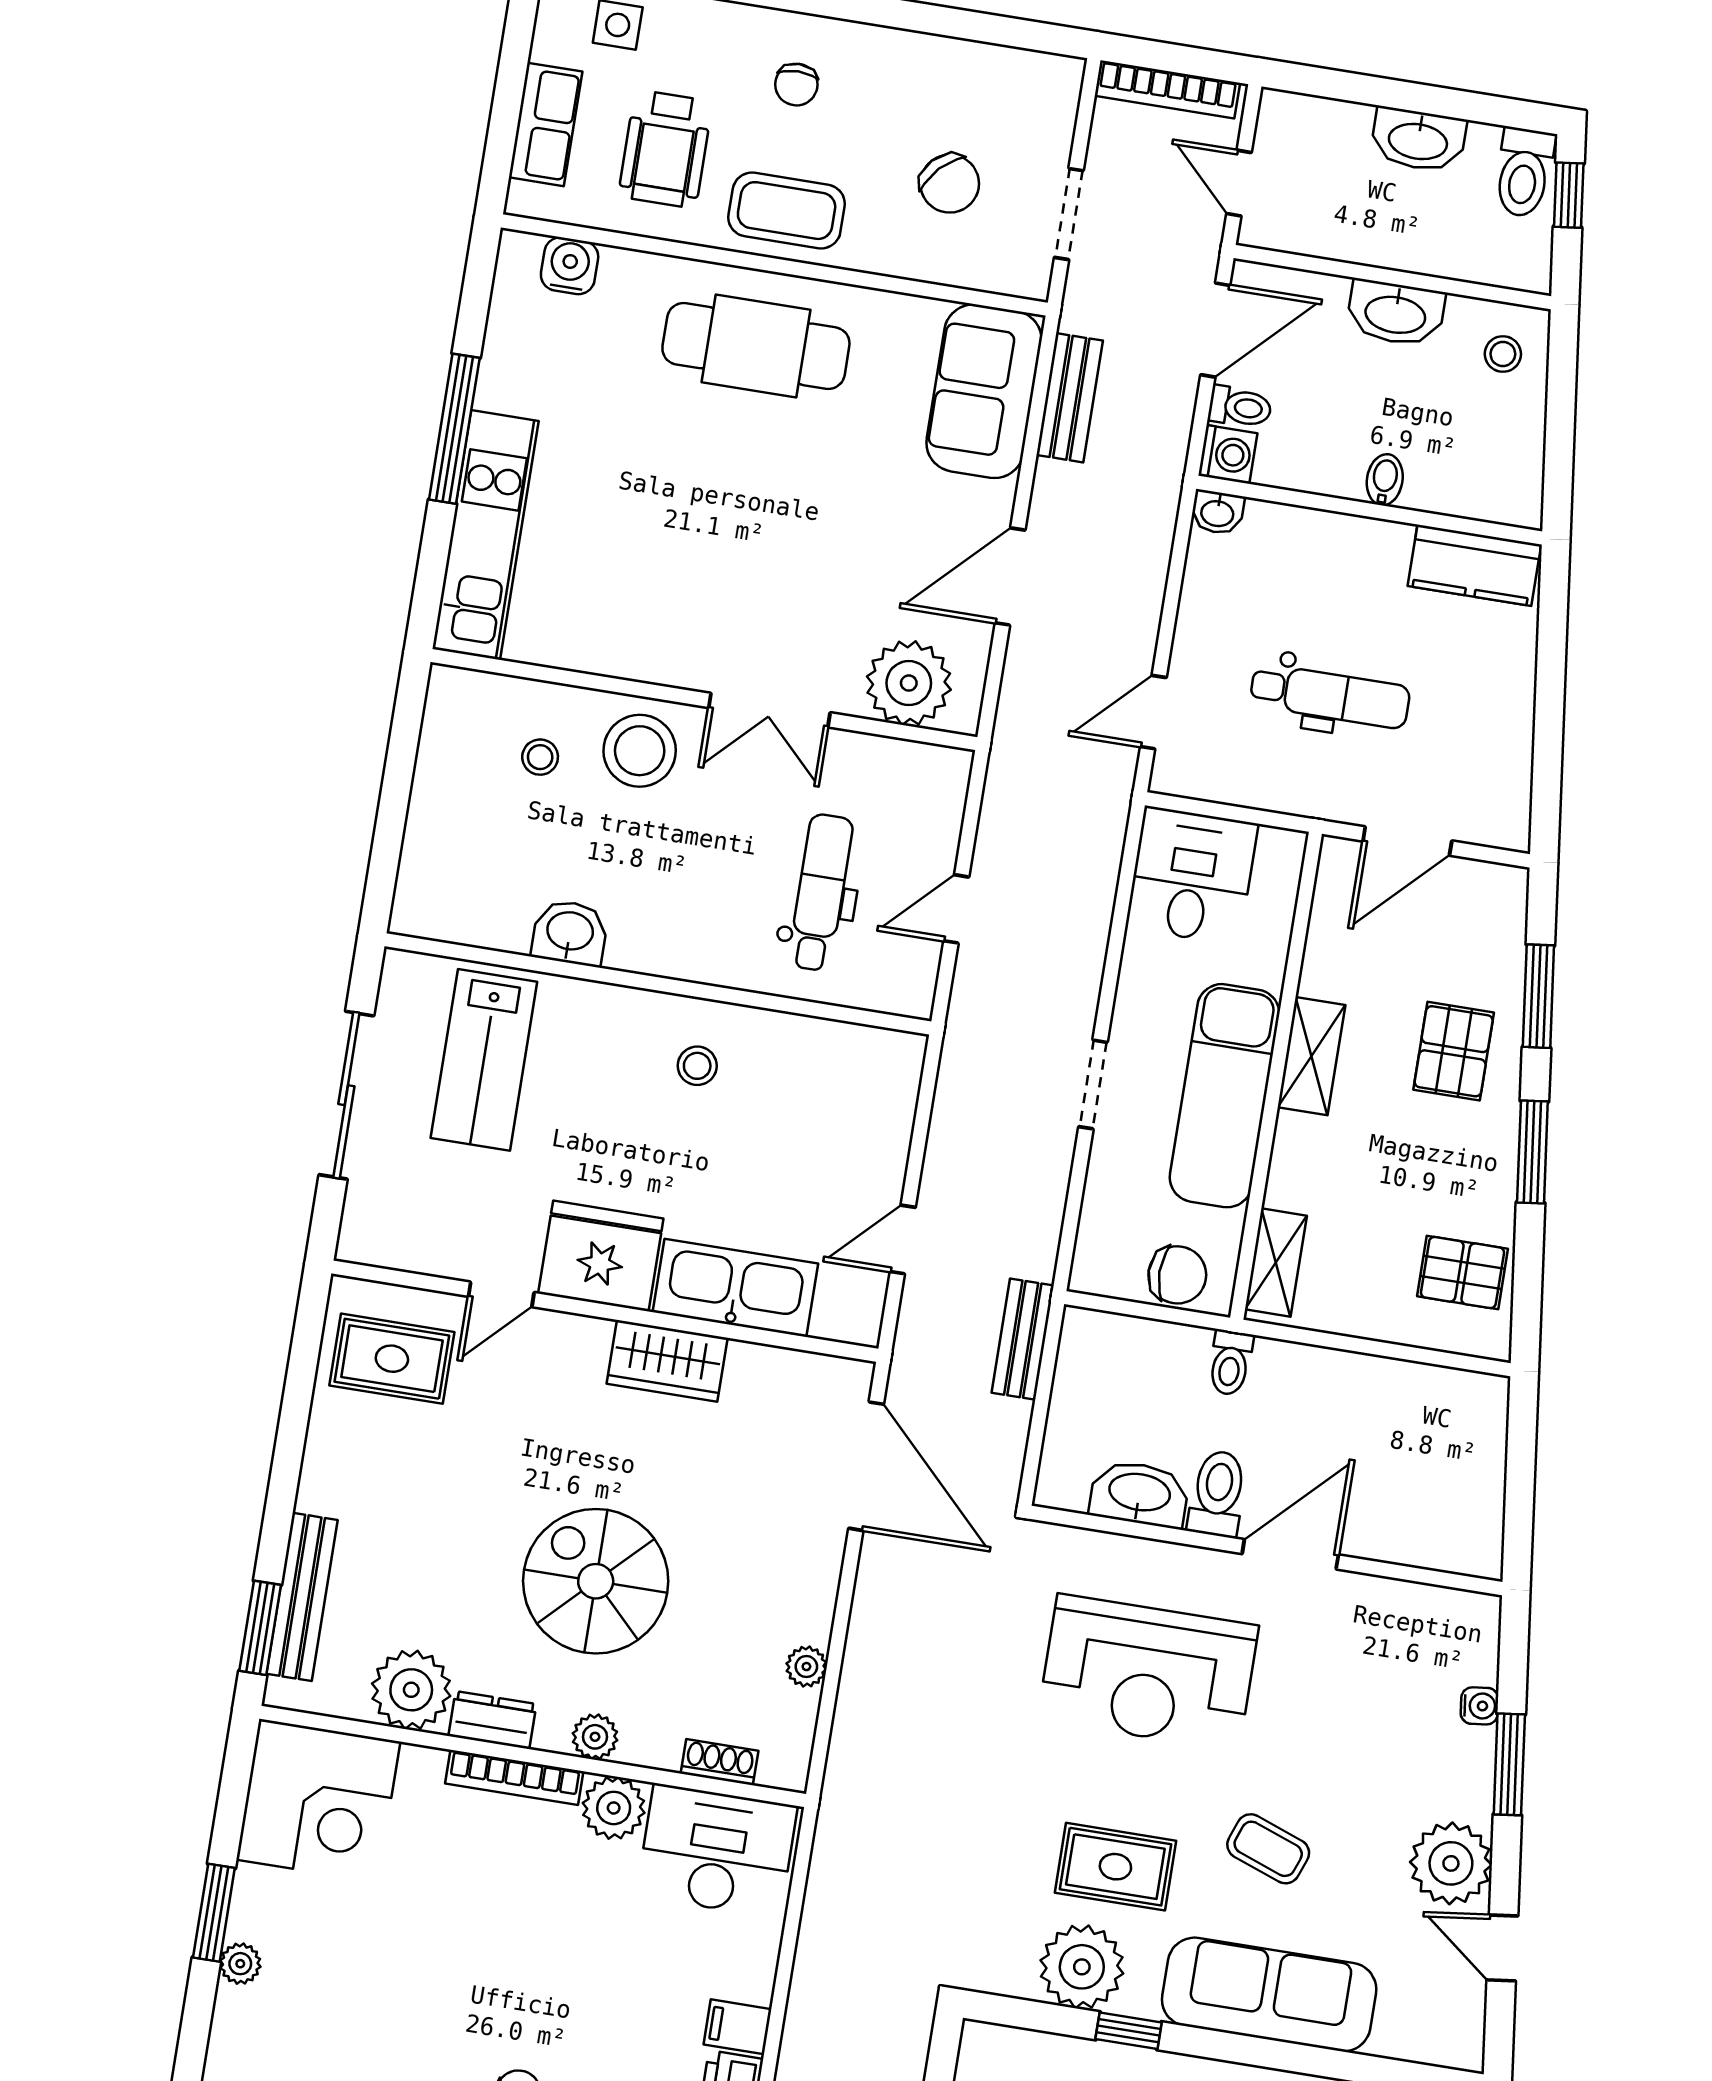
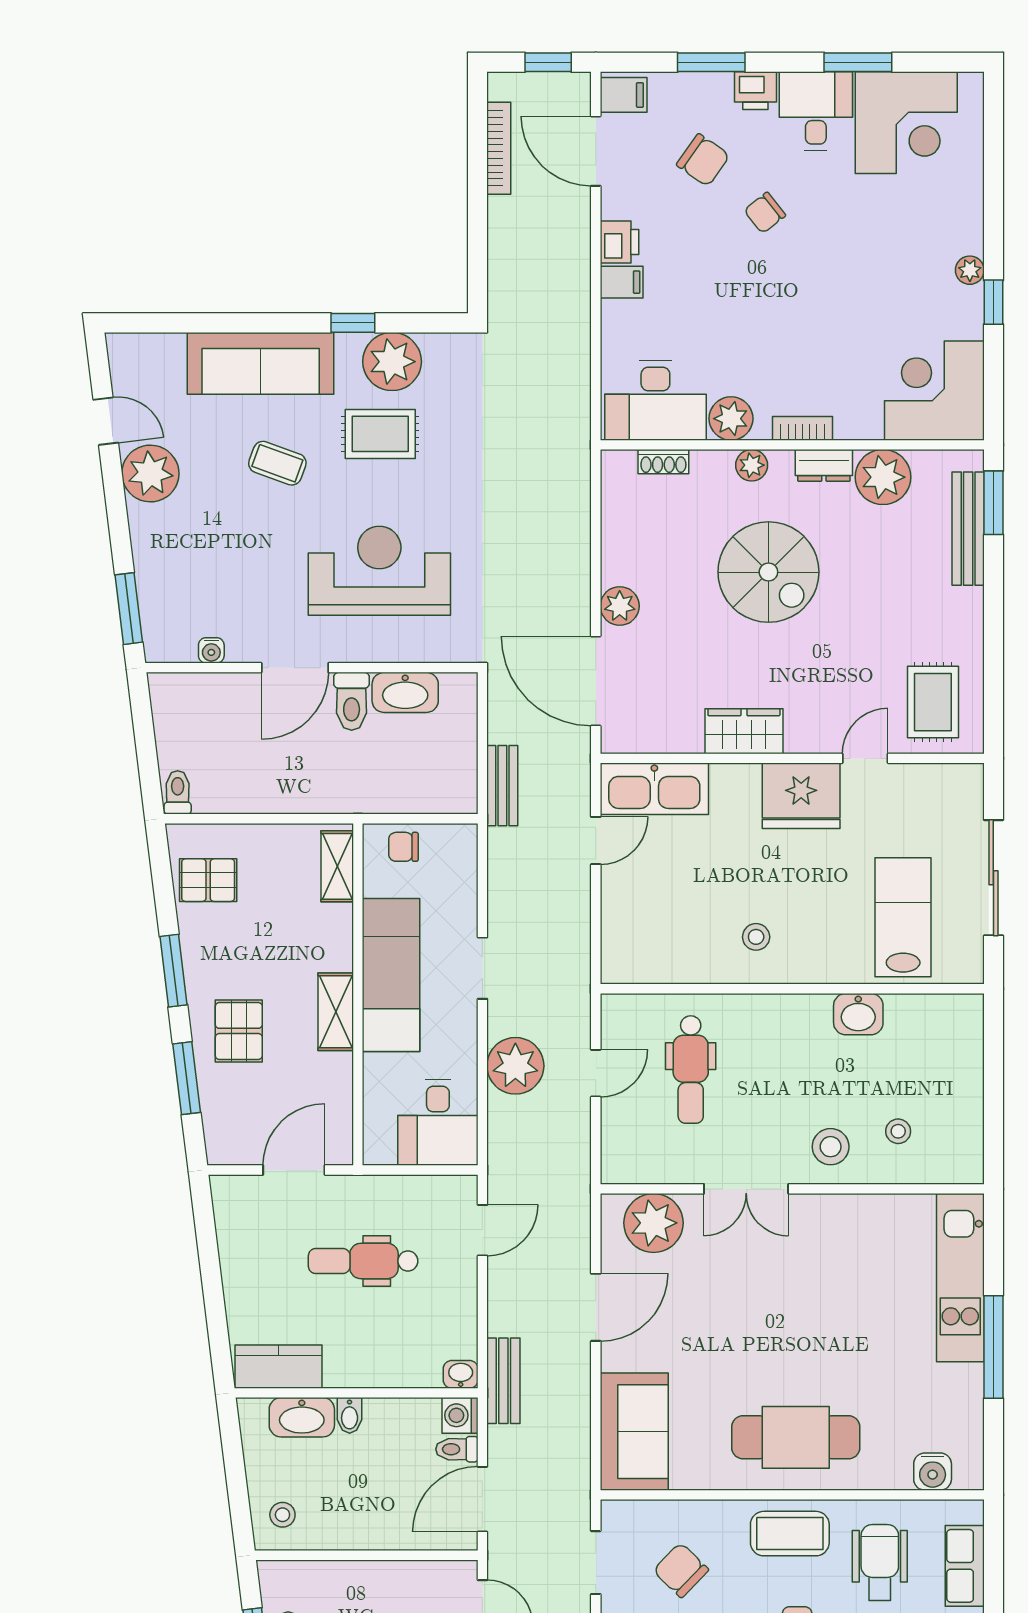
washbasin: (1396, 313) -> (302, 1417), moved, turned 180
bench: (1070, 398) -> (503, 1381), moved
double door: (769, 710) -> (746, 1189), swing flipped
stool: (640, 751) -> (831, 1147), width x0.73, depth x0.73
plant: (1069, 938) -> (515, 1066), added
chair: (1177, 1275) -> (403, 847), width x0.73, depth x0.73
kitchen sink: (735, 1288) -> (654, 789), moved
rug: (392, 1359) -> (933, 702), turned 90
toilet: (1230, 1363) -> (178, 792), moved
plant: (806, 1667) -> (620, 606), moved, width x1.38, depth x1.38
water cooler: (1480, 1706) -> (211, 650), moved, turned -83
window: (1509, 1764) -> (129, 609), moved
bookcase: (514, 1777) -> (803, 428), width x0.64
window: (214, 1913) -> (993, 302), width x0.67

